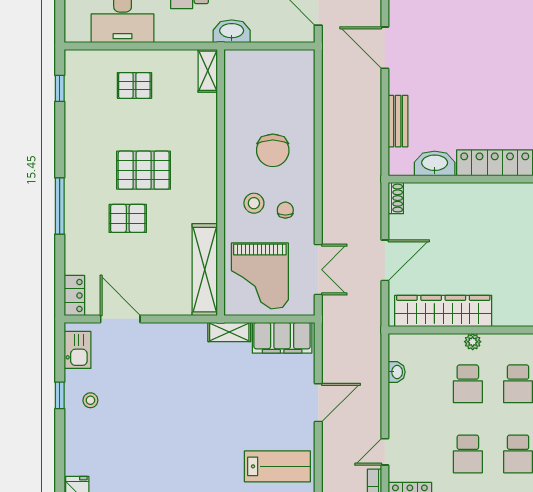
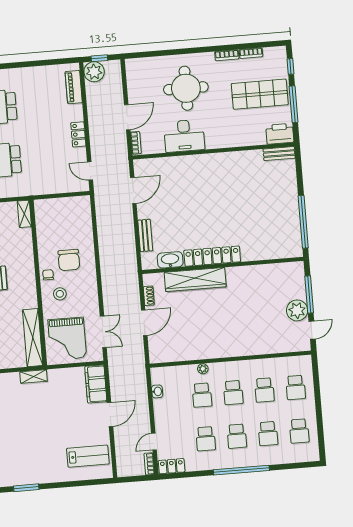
washbasin: (232, 31) -> (37, 188), removed
door: (385, 48) -> (133, 191), swing flipped
shoe rack: (396, 198) -> (149, 296), moved
chair: (285, 210) -> (48, 275), moved
wardrobe: (443, 311) -> (195, 280), moved, turned 180
shelving: (229, 332) -> (34, 377), moved
filing cabinet: (282, 338) -> (96, 384), moved, turned 90

